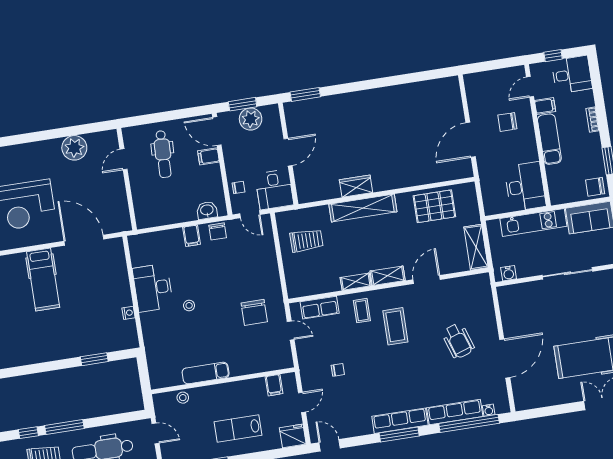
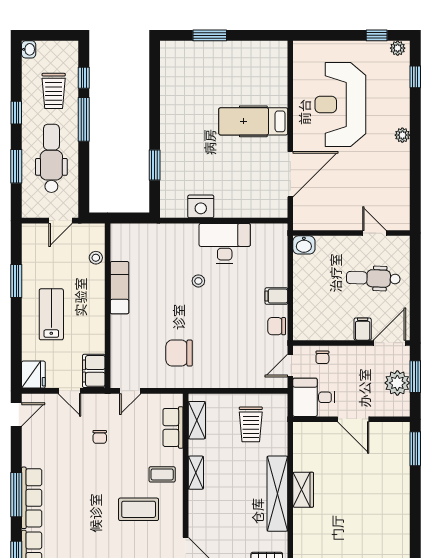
plant: (74, 148) -> (402, 135), moved, width x0.53, depth x0.53
washbasin: (207, 210) -> (304, 245), moved, turned 90
shelving: (388, 276) -> (197, 420), moved
nightstand: (129, 313) -> (201, 206), width x1.89, depth x1.79
door: (291, 330) -> (130, 391), moved
filing cabinet: (274, 385) -> (94, 371), width x2.00

